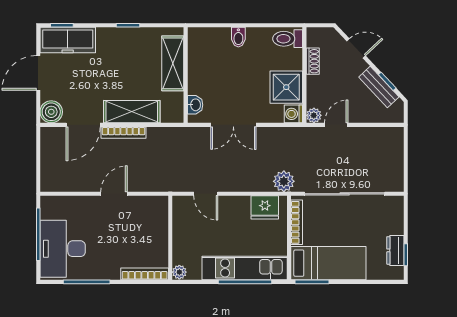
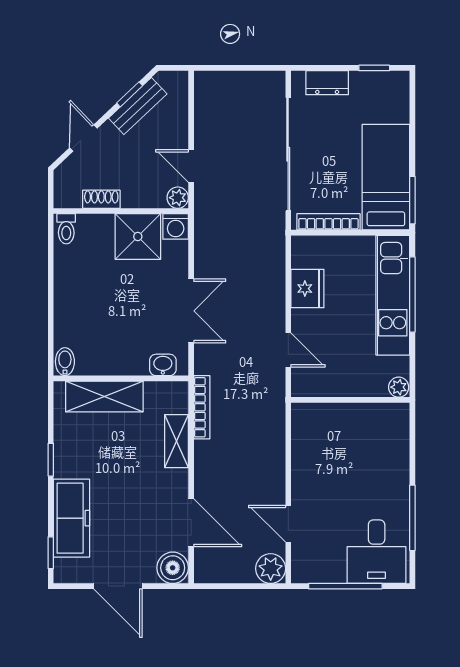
bidet: (238, 37) -> (65, 362), moved, turned -90
toilet: (288, 39) -> (66, 229), width x0.73, depth x0.72
freezer: (68, 40) -> (71, 518), moved
shelving: (132, 112) -> (176, 441), width x0.67, depth x0.75
bookcase: (124, 133) -> (202, 407), moved
plant: (284, 181) -> (271, 569), moved
door: (114, 194) -> (288, 524), moved
door: (206, 194) -> (288, 350), hinge flipped
fridge: (265, 207) -> (307, 289), moved
desk: (63, 249) -> (377, 552), width x0.73
dresser: (395, 250) -> (327, 83), moved
bookcase: (145, 274) -> (401, 436), removed

